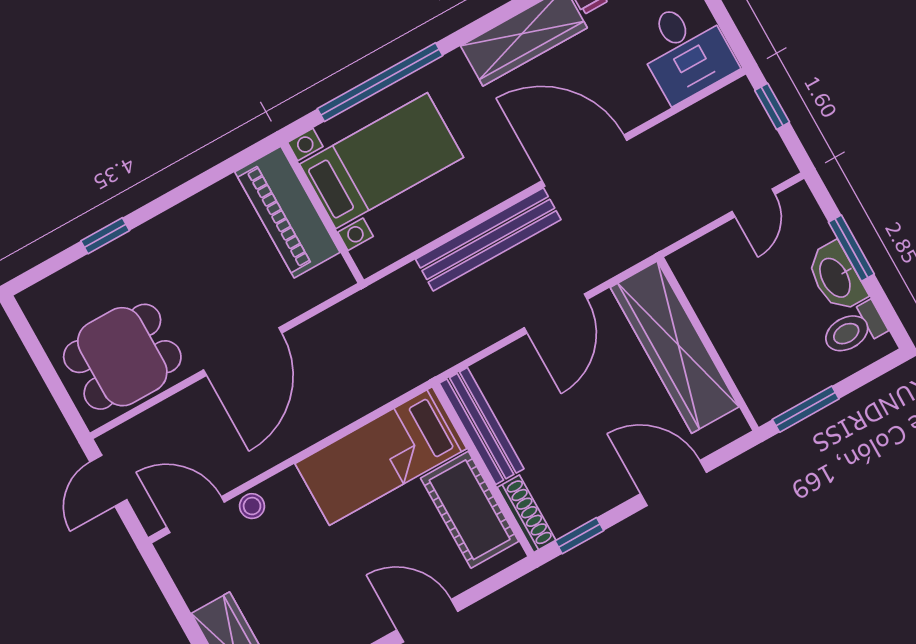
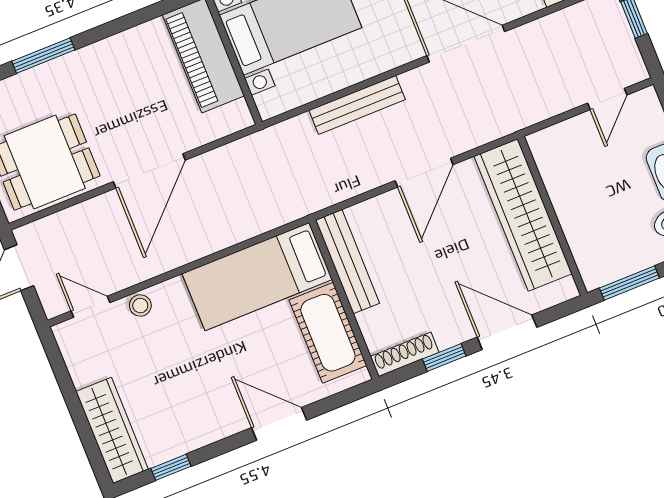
window: (105, 236) -> (43, 56), width x1.50
bench: (488, 239) -> (357, 105), width x0.73, depth x0.82
shoe rack: (527, 514) -> (405, 354), moved, turned -90
door: (196, 515) -> (91, 307), width x0.73
window: (579, 536) -> (444, 357), moved

